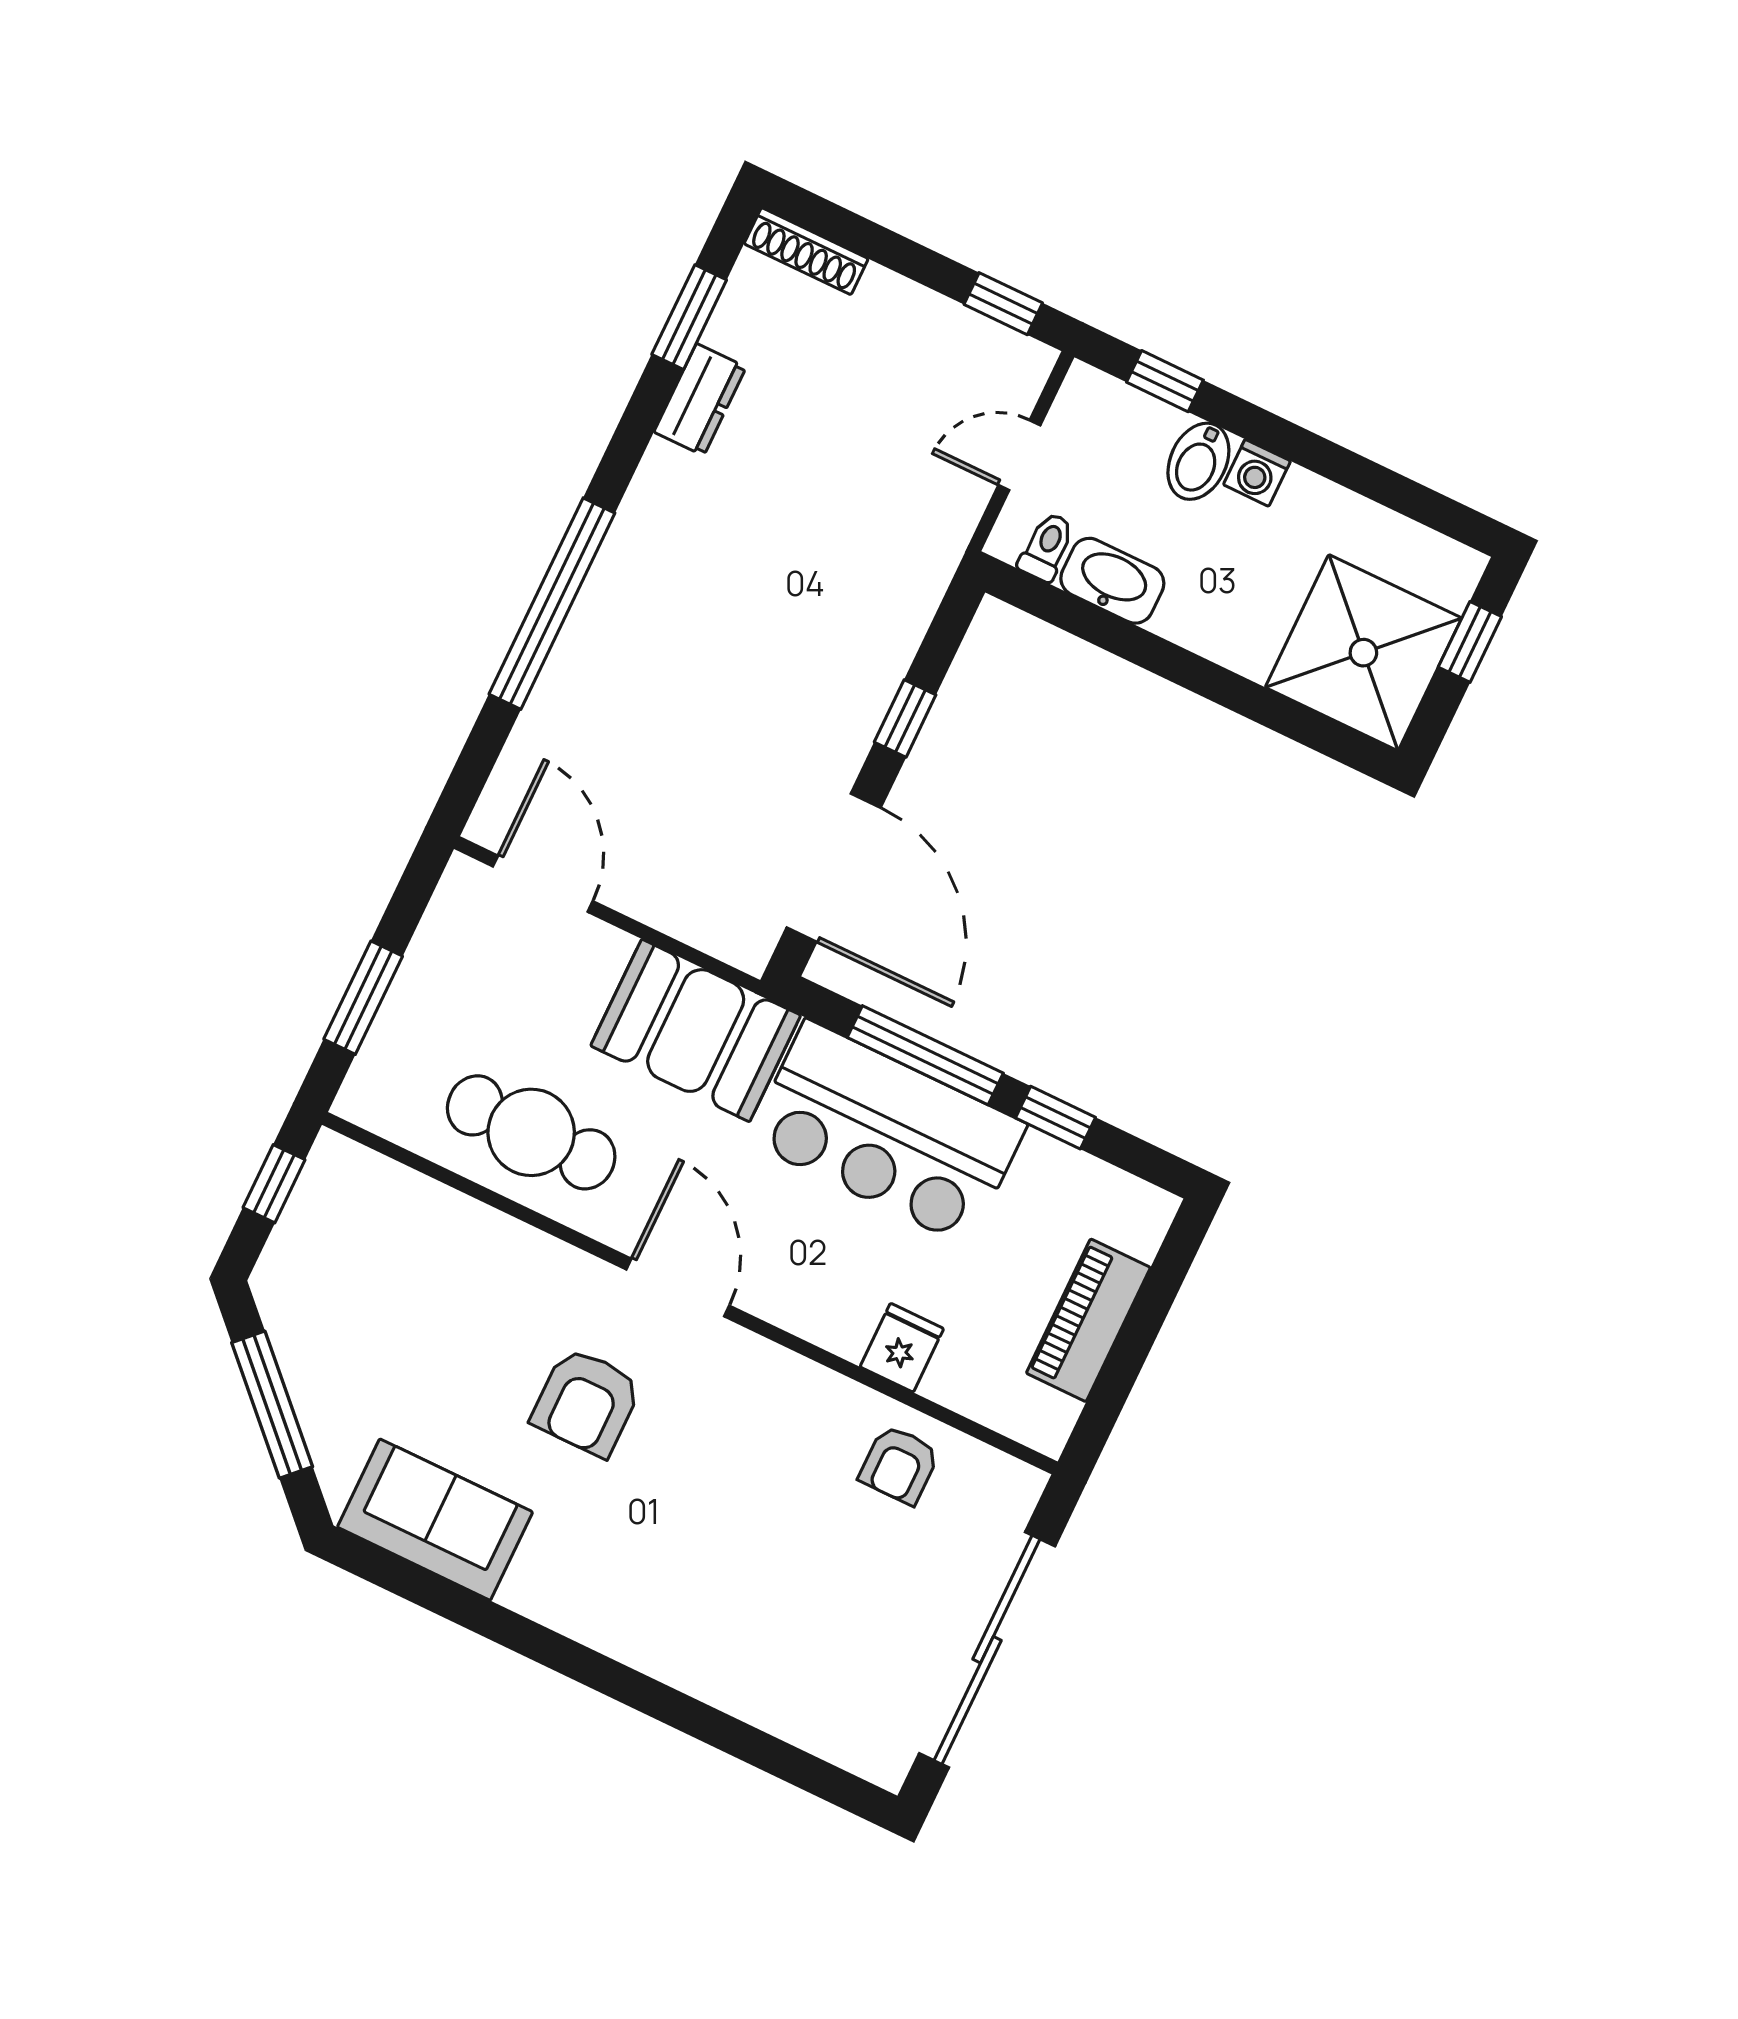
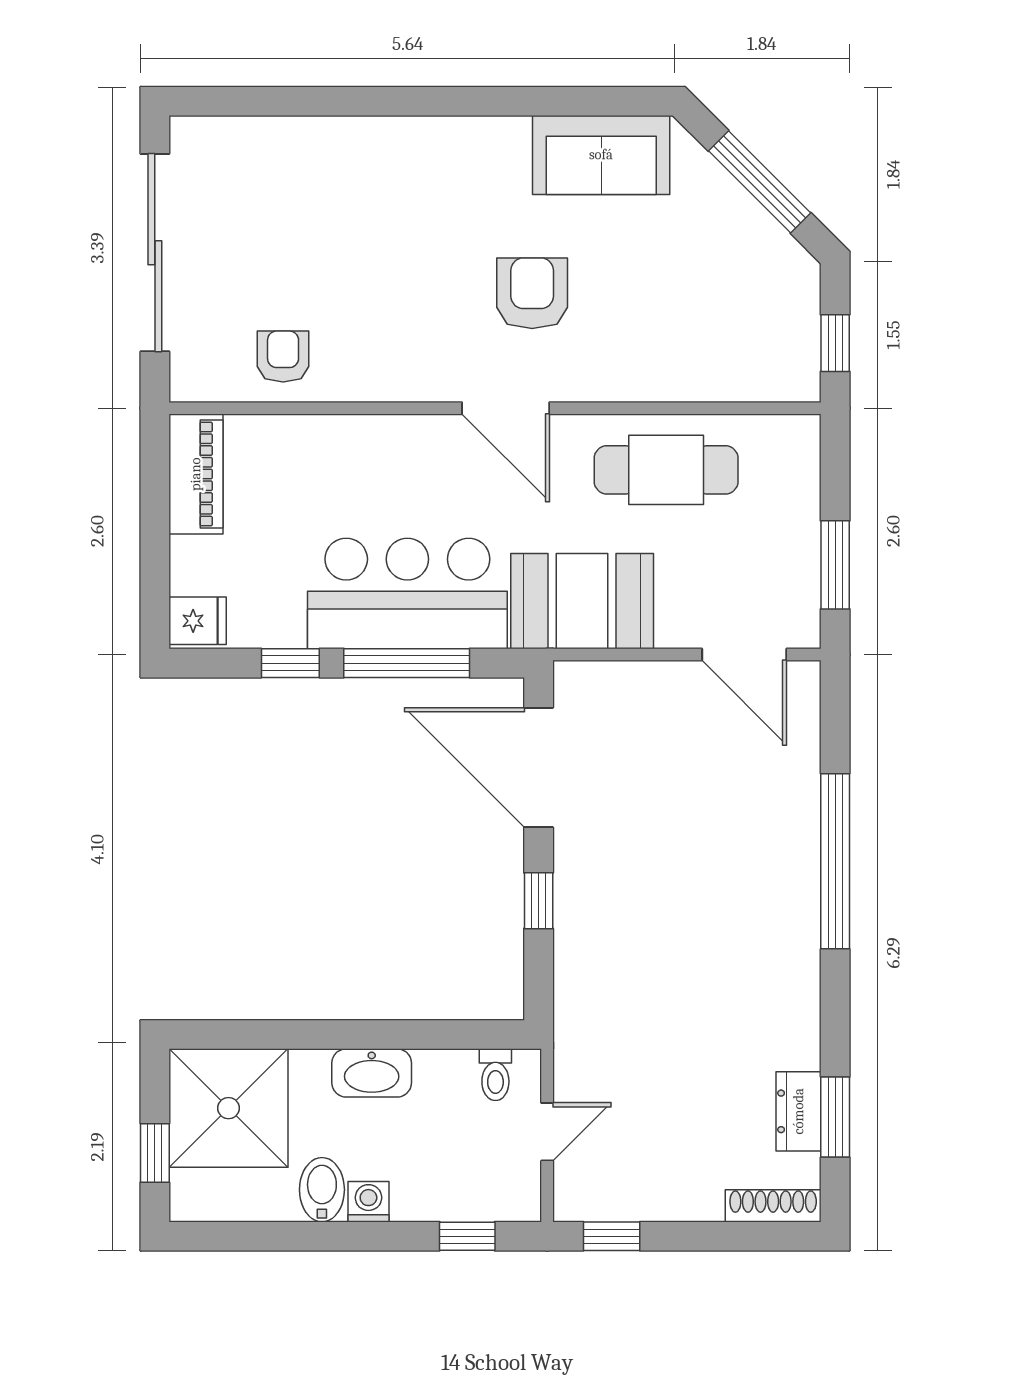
dresser: (700, 400) -> (799, 1111), moved
bidet: (1198, 461) -> (322, 1190), moved
washbasin: (1112, 581) -> (372, 1073), moved
window: (363, 998) -> (835, 565), moved
piano: (1088, 1320) -> (196, 474), moved
fridge: (902, 1348) -> (198, 621), moved, turned -90

